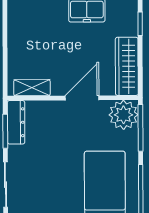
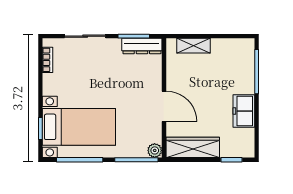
shelving: (32, 88) -> (193, 46), moved, turned 90
plant: (124, 115) -> (155, 150), width x0.53, depth x0.53

